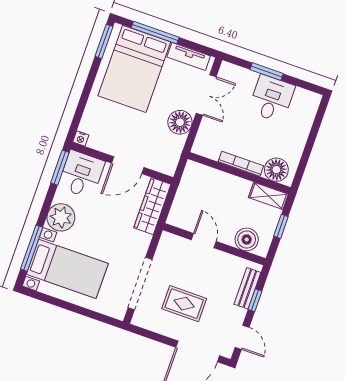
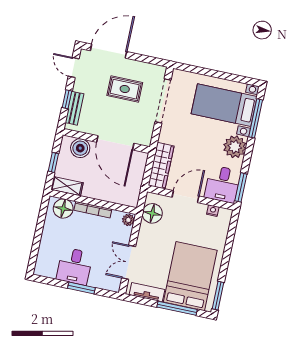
floor lamp: (180, 122) -> (152, 213), moved
nightstand: (81, 138) -> (213, 211), moved
plant: (200, 146) -> (128, 220), added
door: (204, 241) -> (115, 143), width x1.88

